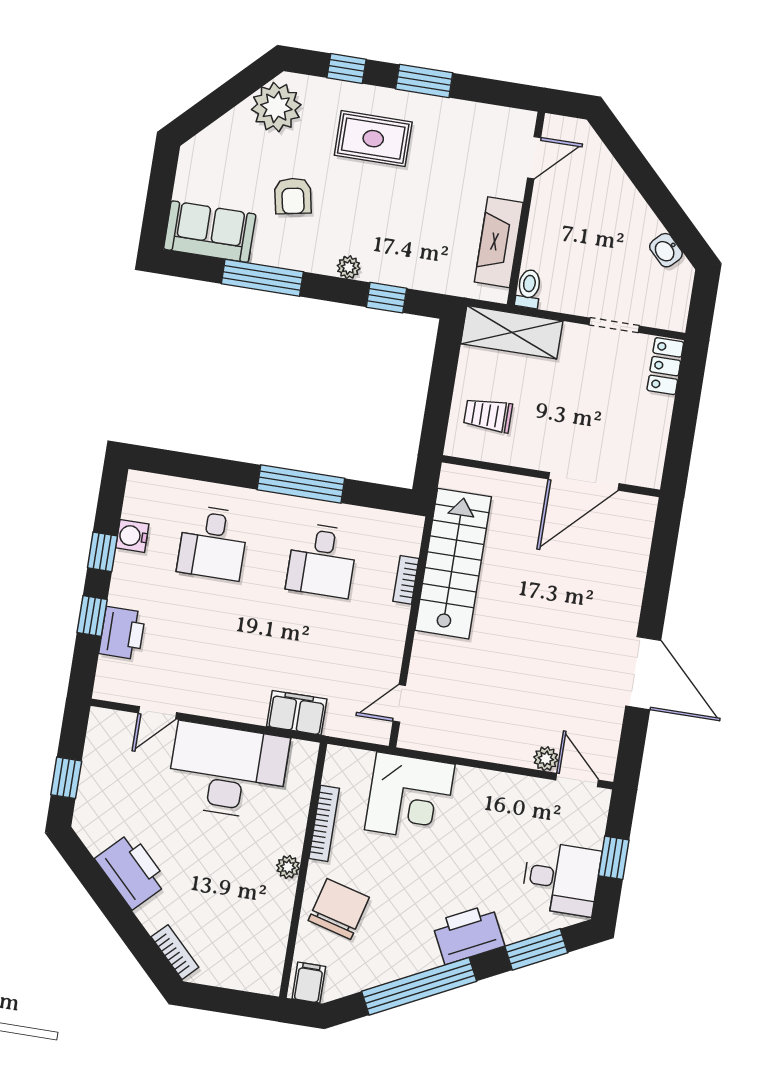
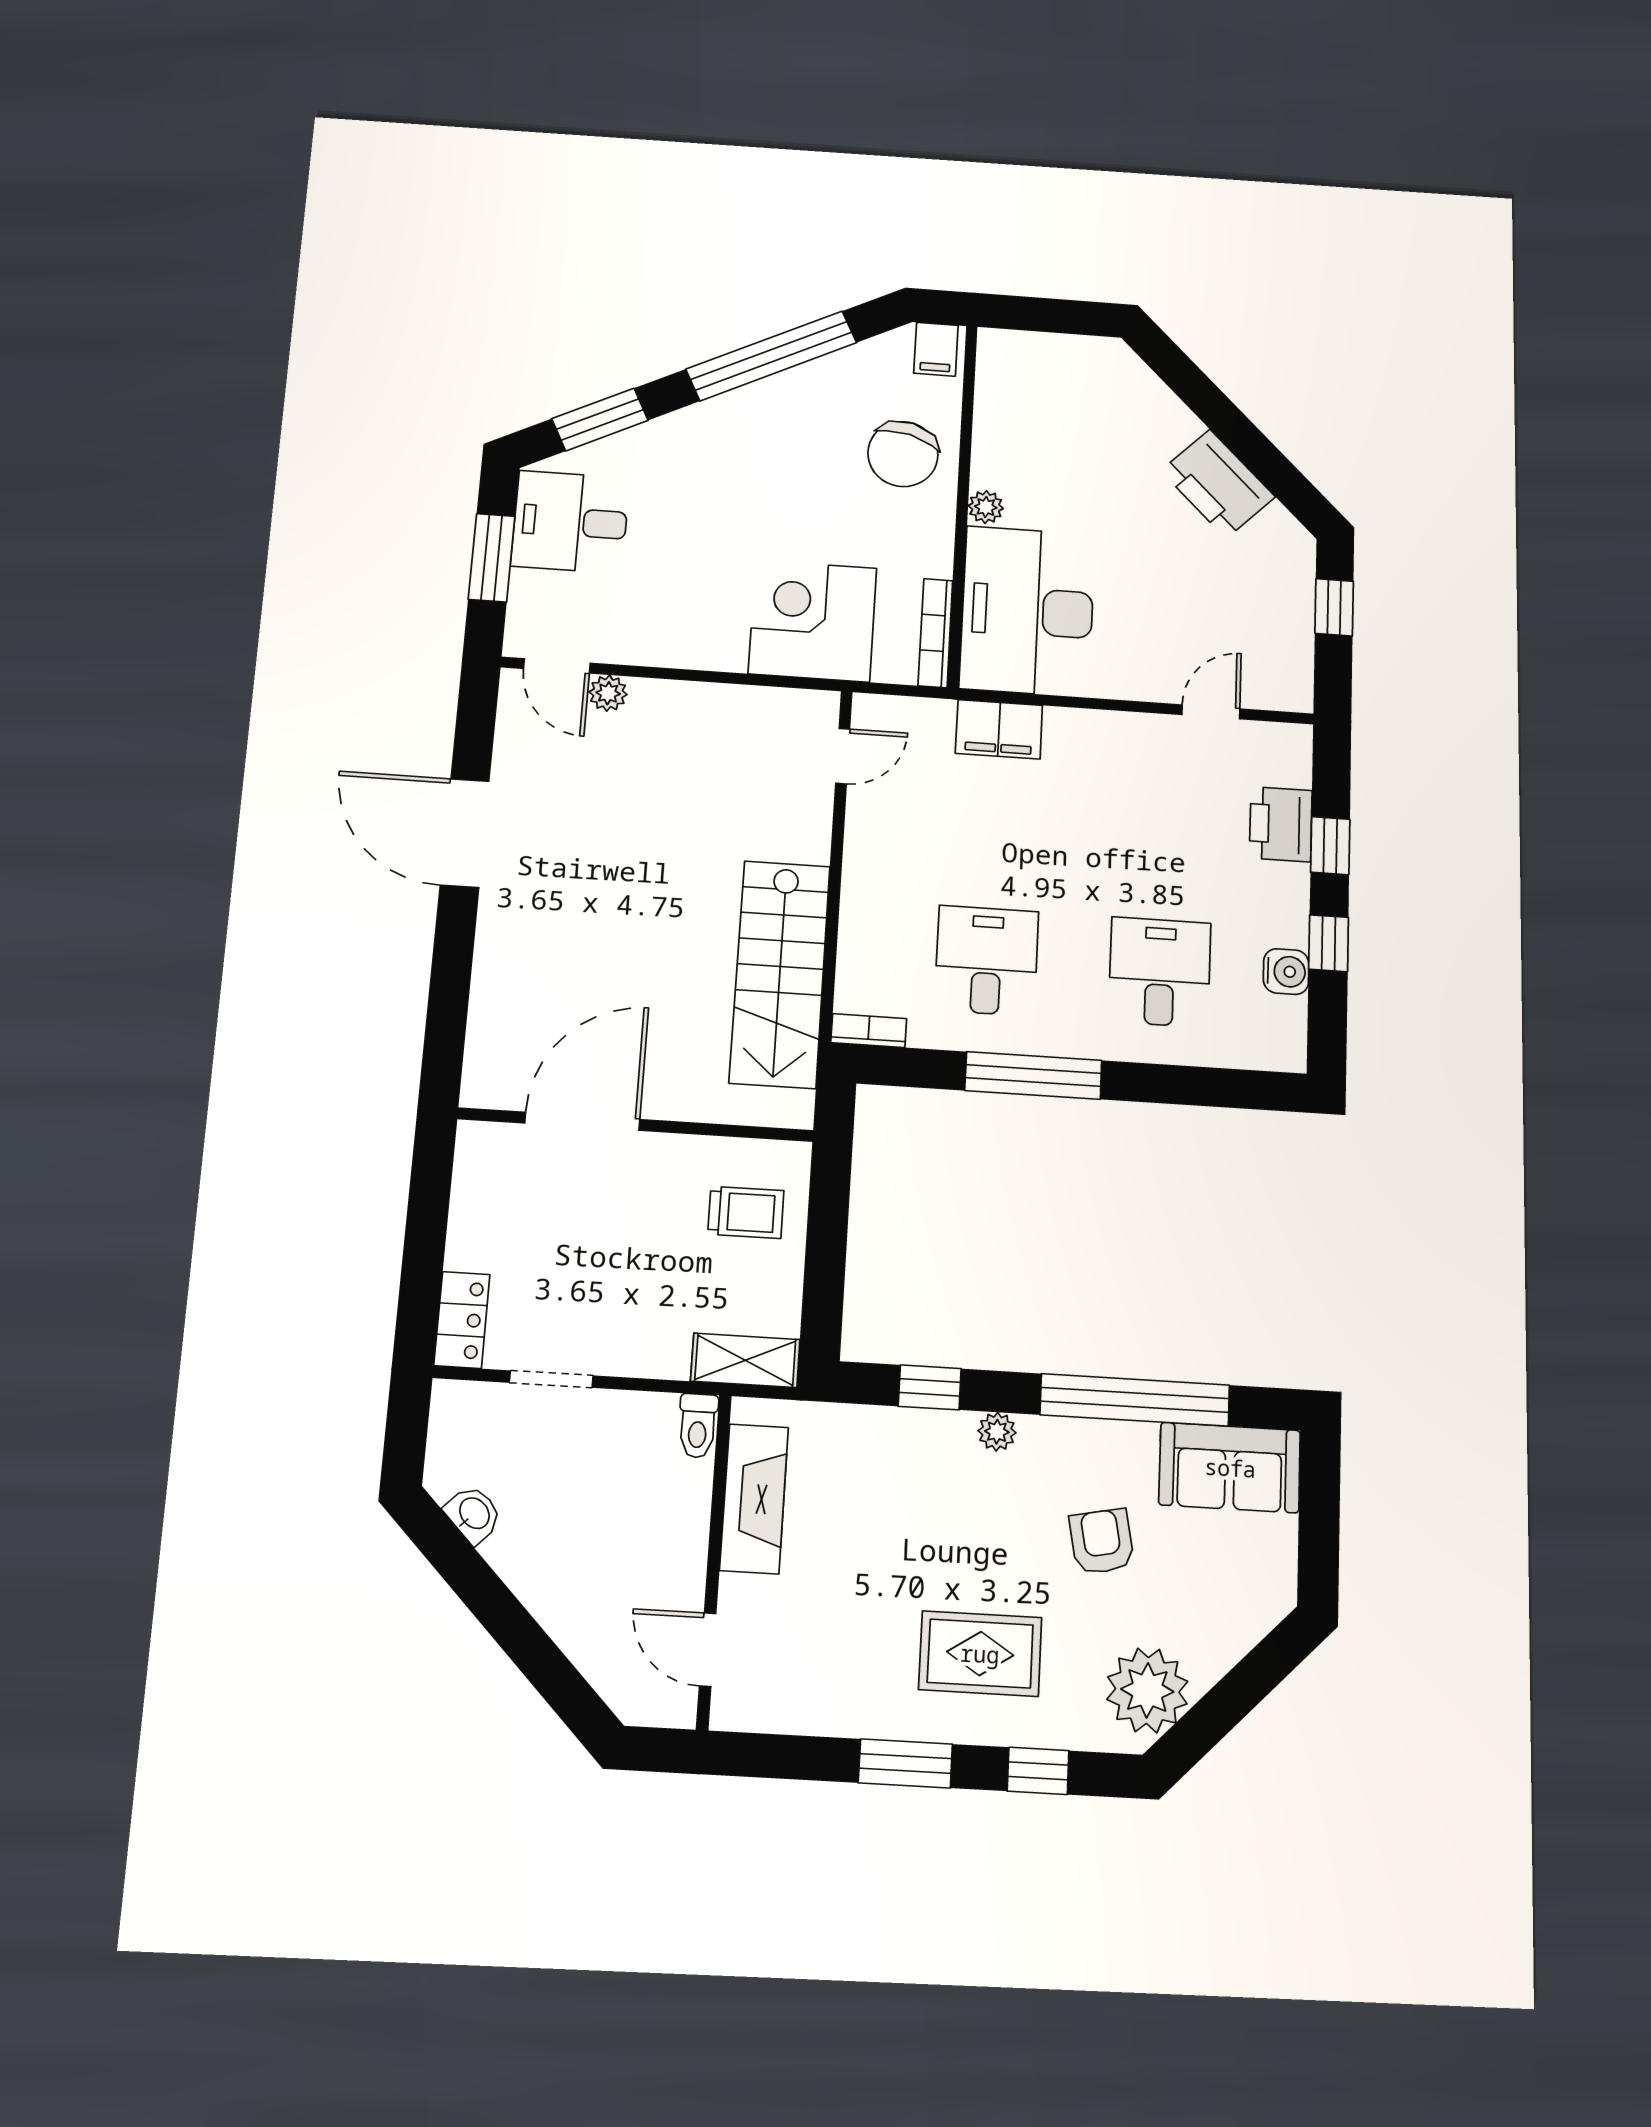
door: (534, 158) -> (708, 1650), hinge flipped
window: (262, 278) -> (1135, 1400), width x1.46
shelving: (512, 332) -> (745, 1360), width x0.67, depth x0.75
bookcase: (406, 580) -> (869, 1031), moved, turned -90
desk: (228, 771) -> (1027, 611), moved, turned 90
bookcase: (324, 823) -> (935, 633), moved
window: (614, 858) -> (492, 558), width x1.50
printer: (468, 934) -> (705, 433), removed
bookcase: (175, 952) -> (1139, 377), removed

